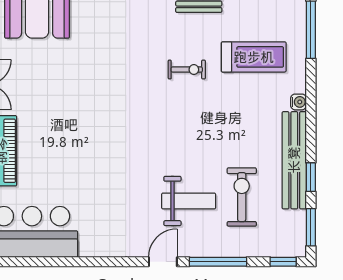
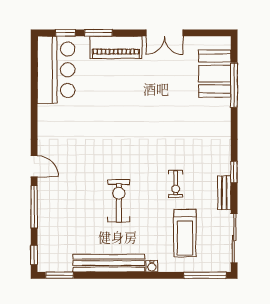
window: (311, 177) -> (96, 275), removed
exercise bike: (242, 197) -> (119, 201), moved, turned -90
weight bench: (189, 201) -> (79, 185), removed

